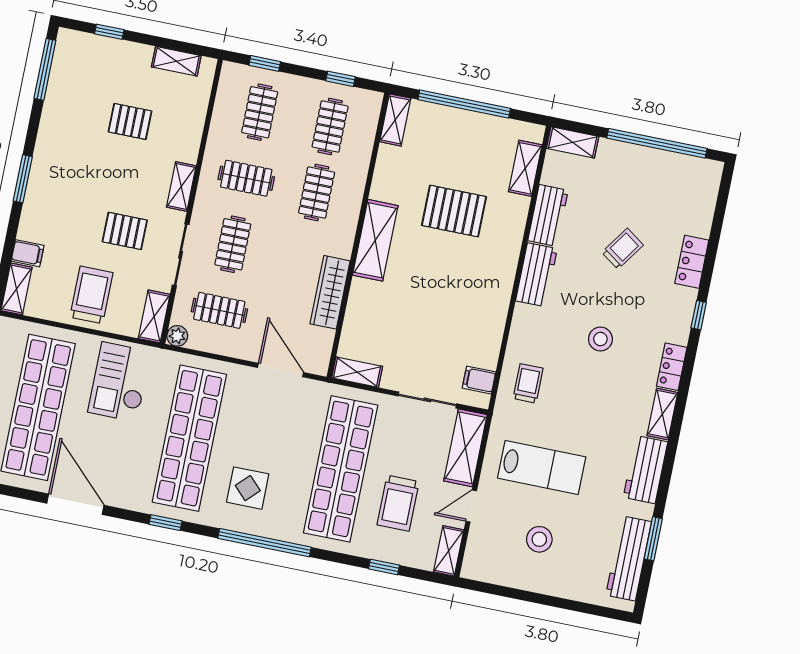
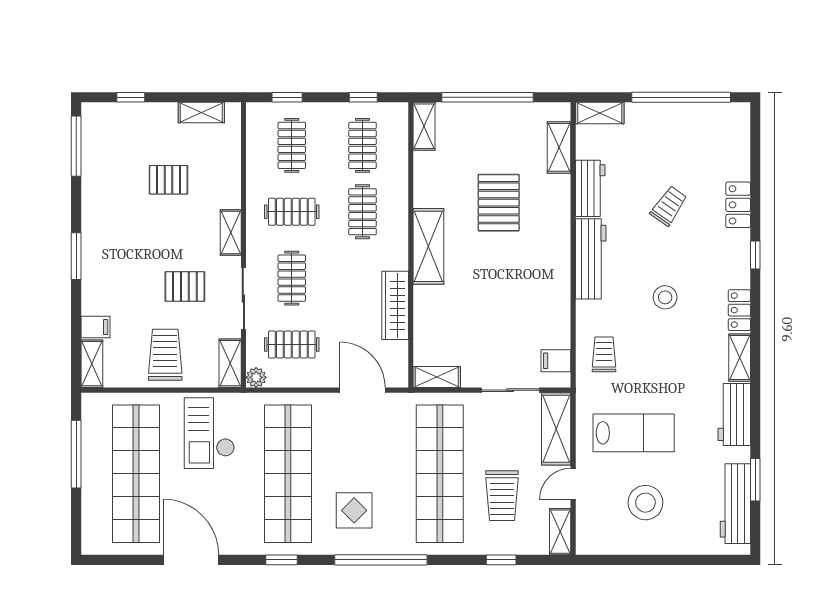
pallet: (454, 211) -> (499, 203), turned 90
workbench: (536, 275) -> (591, 259), width x1.38
stool: (539, 539) -> (645, 503), width x1.38, depth x1.38

